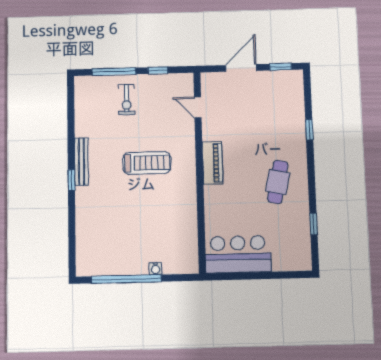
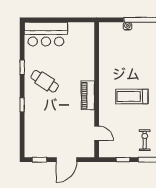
window: (309, 130) -> (22, 105), moved
cafe table: (278, 182) -> (45, 81), turned -69
window: (314, 224) -> (22, 67), moved
bar counter: (238, 254) -> (46, 34), moved

